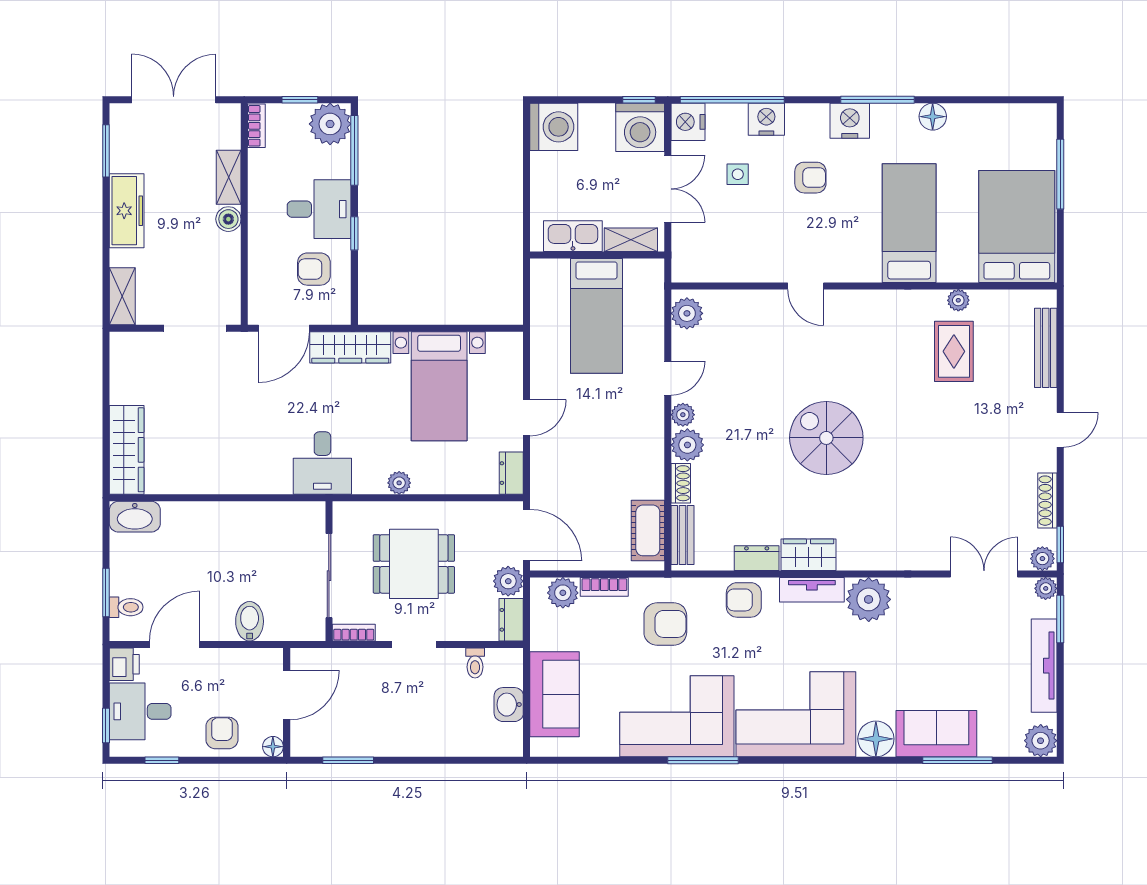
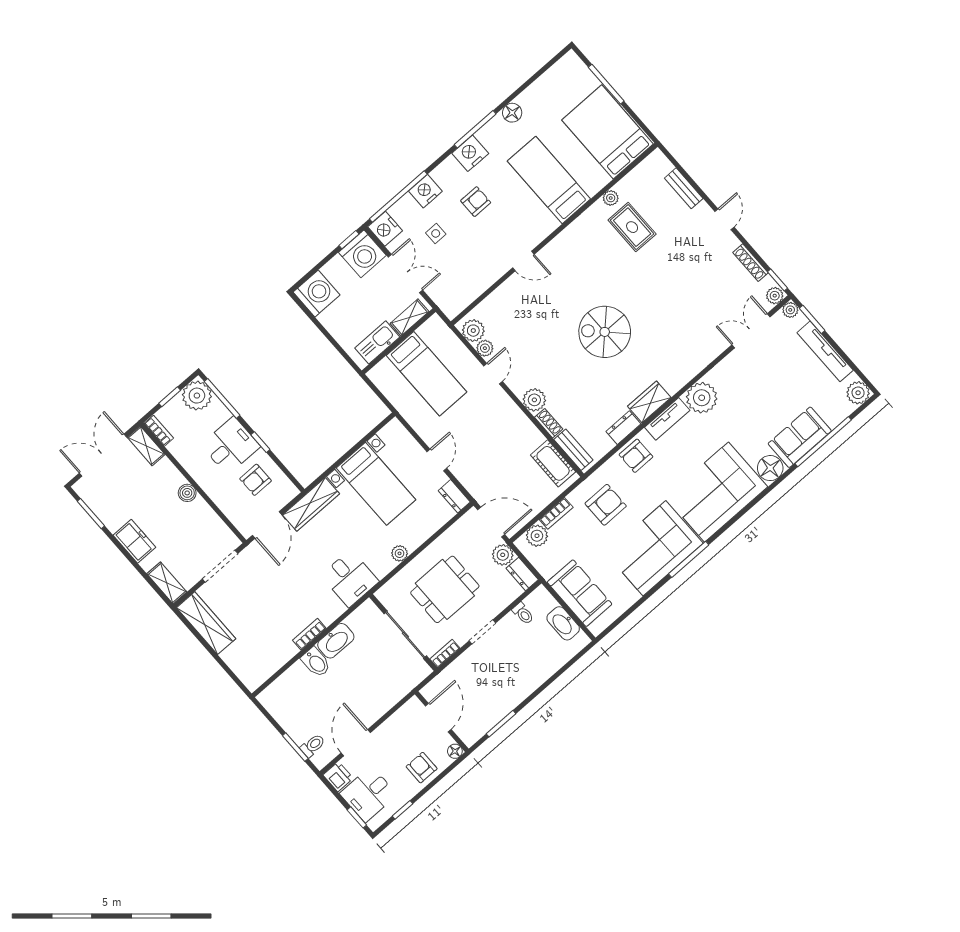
shelving: (229, 177) -> (146, 446), moved
freezer: (127, 211) -> (134, 541), width x0.71
bench: (1046, 348) -> (684, 188), width x0.73
plant: (683, 415) -> (485, 348), moved
wardrobe: (127, 450) -> (206, 623), moved
bookcase: (227, 485) -> (309, 634), added
washbasin: (135, 517) -> (336, 641), moved
bidet: (250, 621) -> (316, 662), moved, turned 180
washbasin: (509, 705) -> (563, 623), width x1.38
window: (957, 760) -> (823, 442), width x1.46

